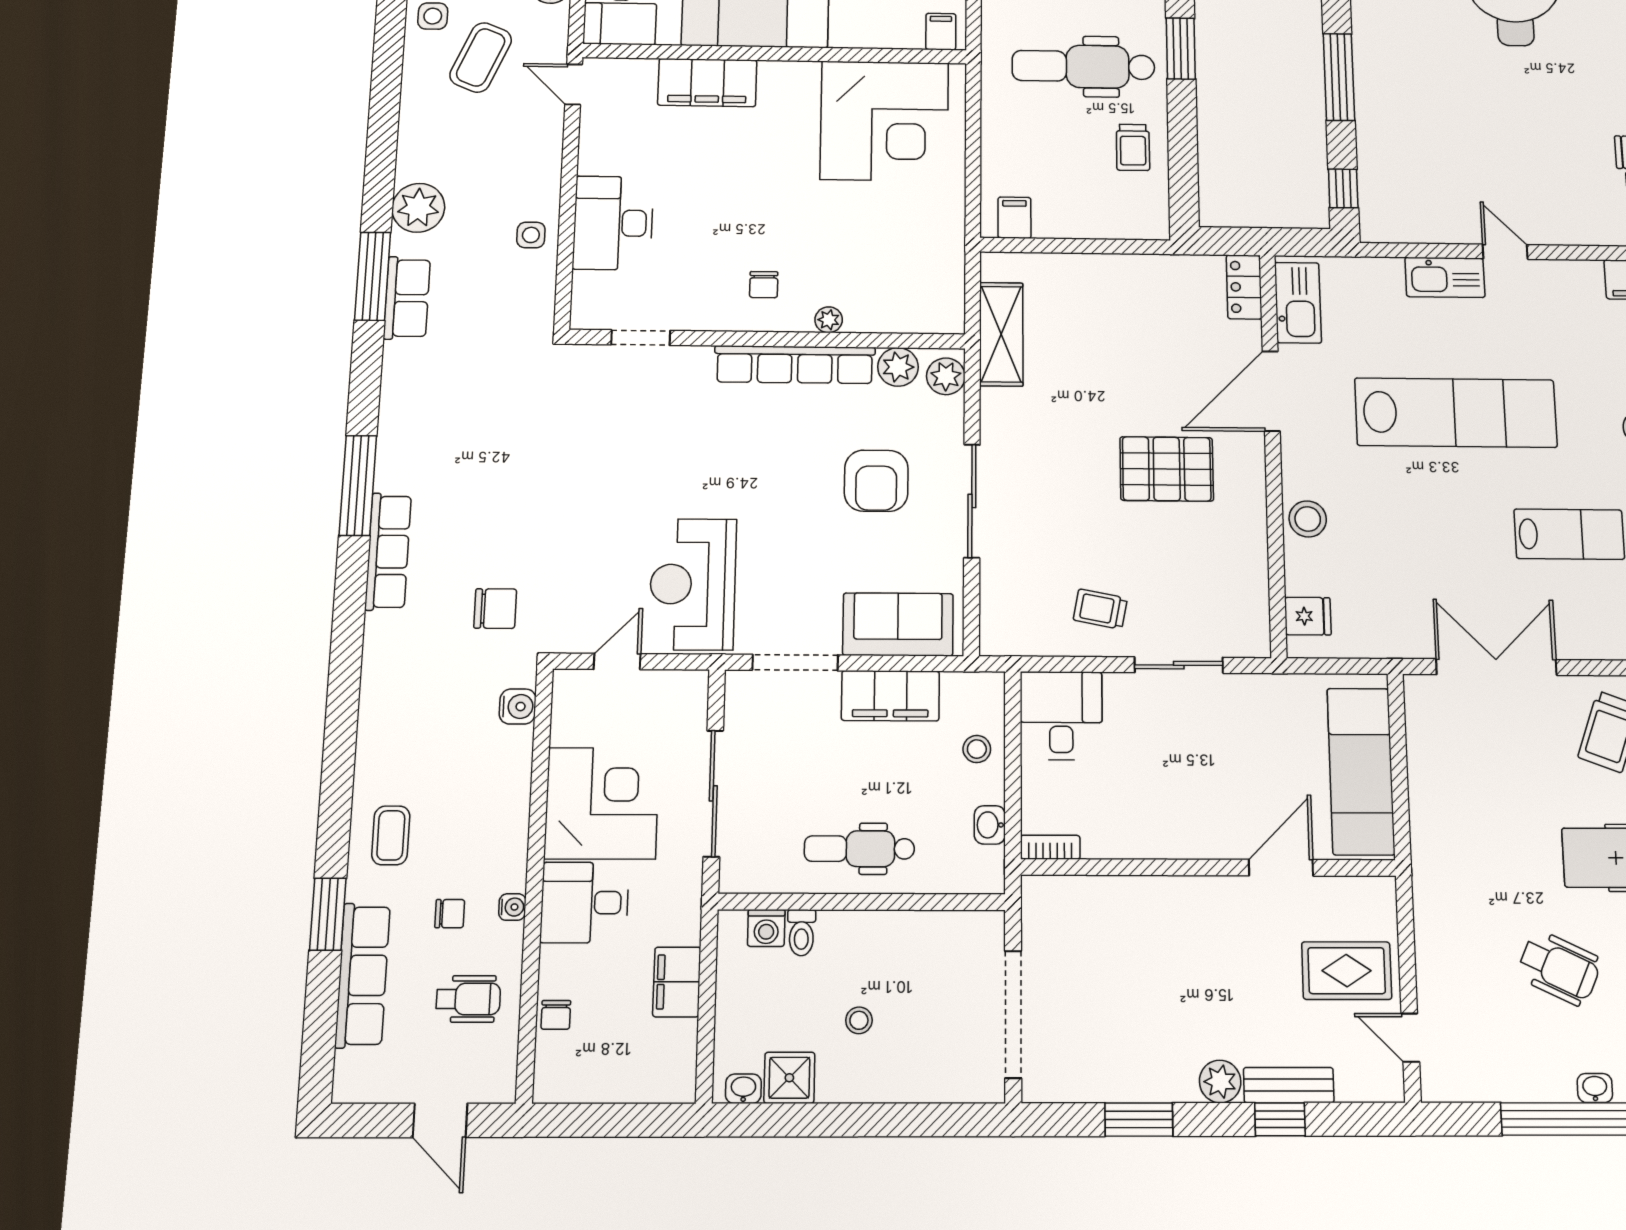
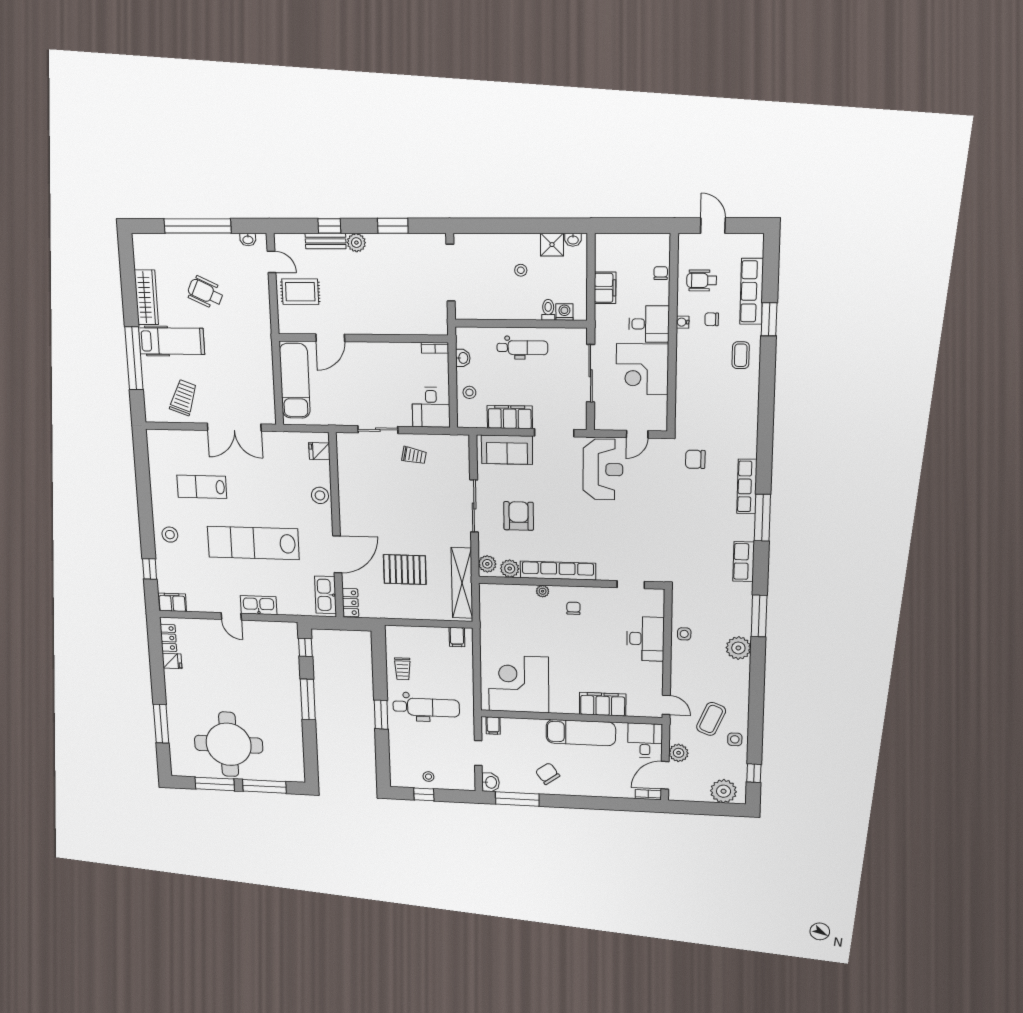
trolley: (1133, 147) -> (402, 669), turned 180
row of seats: (407, 298) -> (744, 562), moved
shelving: (1001, 334) -> (462, 583), width x1.47
pallet: (1167, 469) -> (405, 570), moved
water cooler: (518, 706) -> (683, 414), removed
washbasin: (1595, 1088) -> (248, 240), moved

